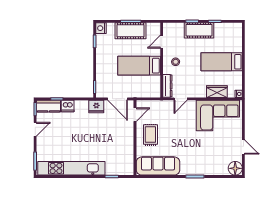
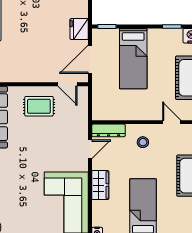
bed: (139, 66) -> (133, 59), moved, turned 180
wardrobe: (217, 92) -> (100, 185), moved
door: (181, 99) -> (90, 149), swing flipped

